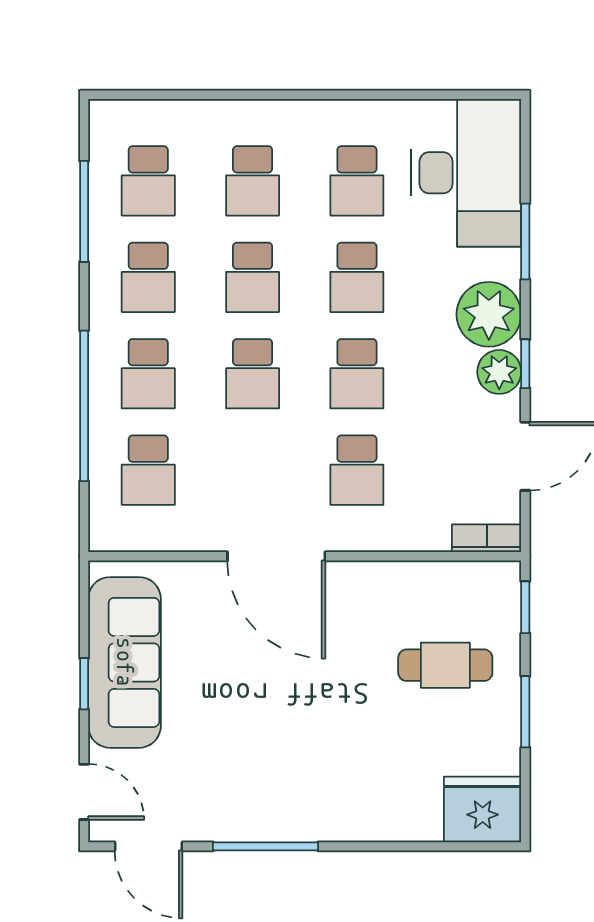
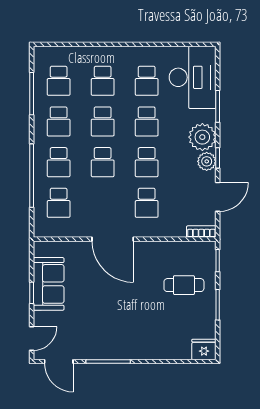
sofa: (125, 662) -> (49, 284), width x0.73
door: (84, 792) -> (32, 339), hinge flipped
fridge: (483, 809) -> (204, 349), width x0.73, depth x0.75

